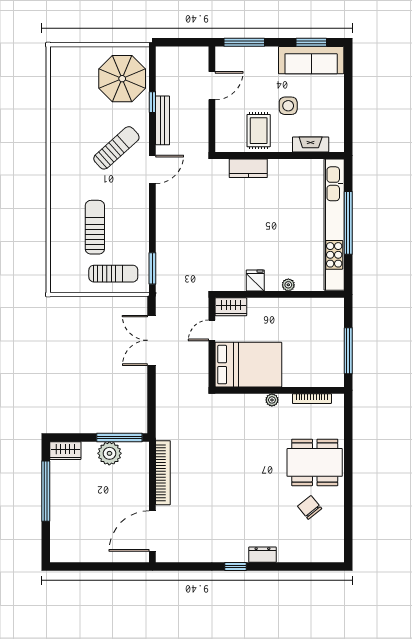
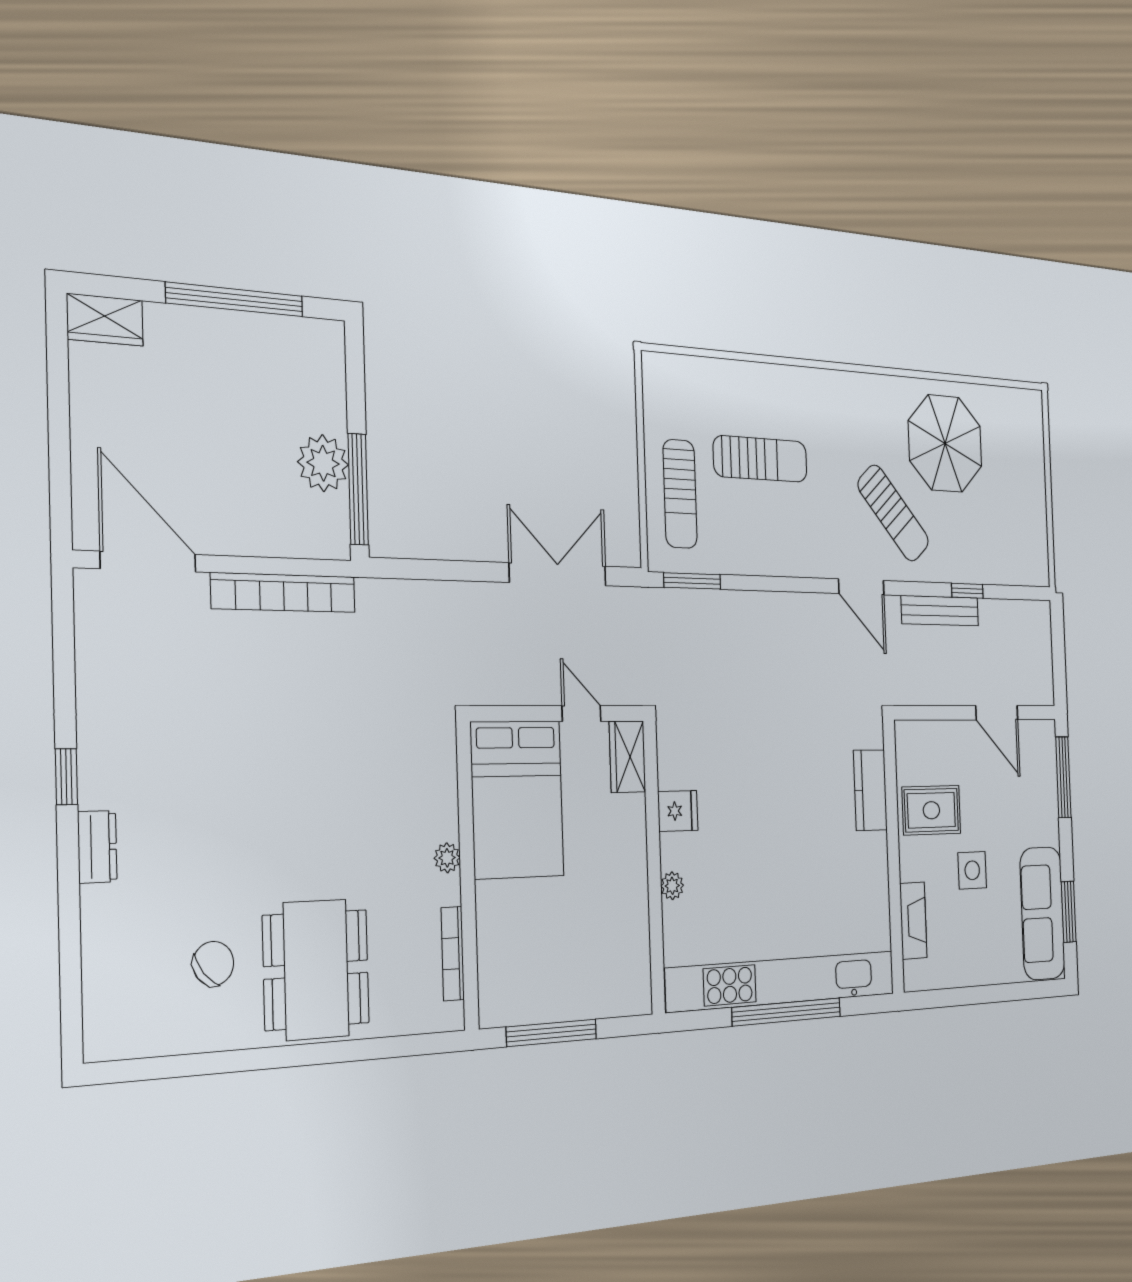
parasol: (122, 79) -> (945, 443), moved
wardrobe: (65, 451) -> (105, 320), moved, turned -90

